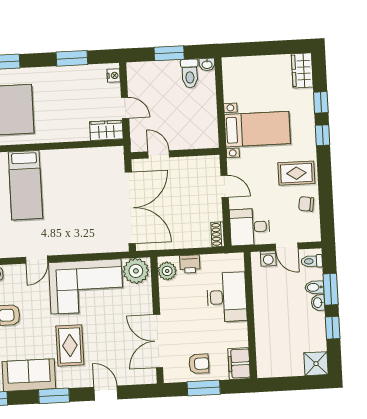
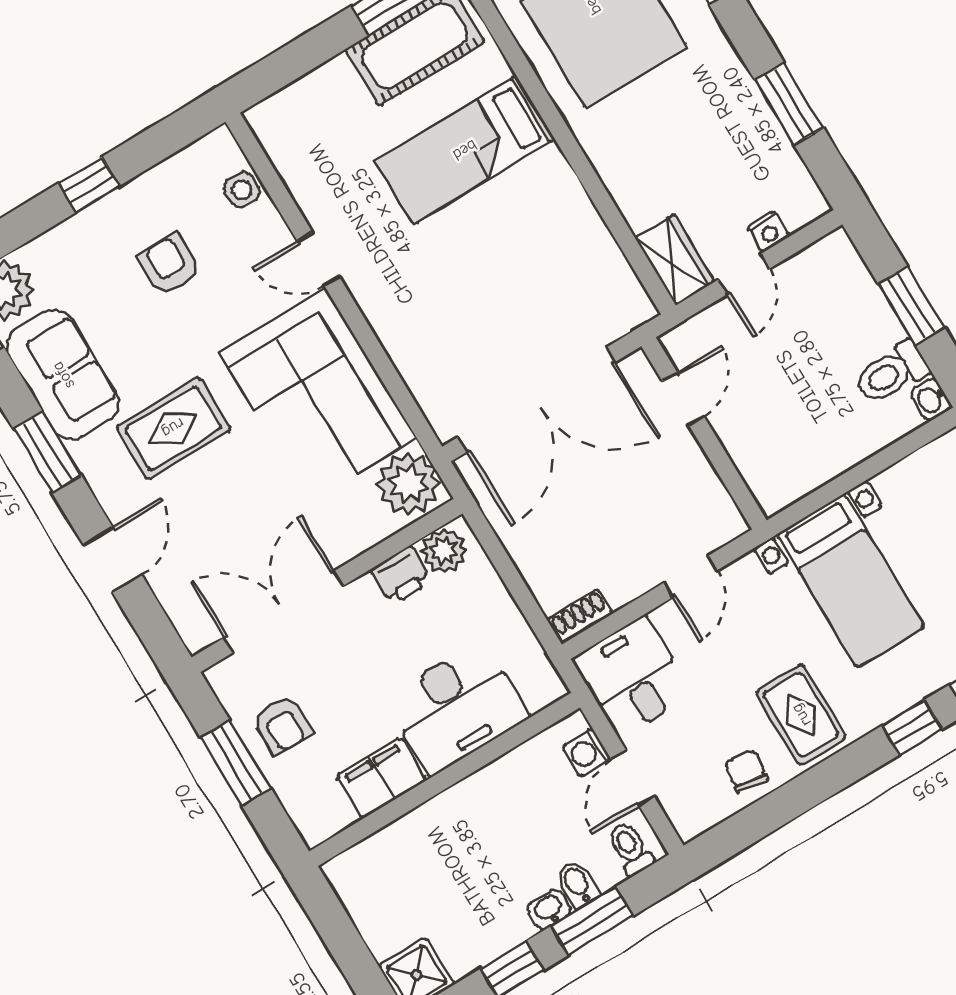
nightstand: (114, 76) -> (768, 232), moved
printer: (190, 264) -> (401, 576), moved, turned -90
filing cabinet: (239, 364) -> (382, 778), moved

